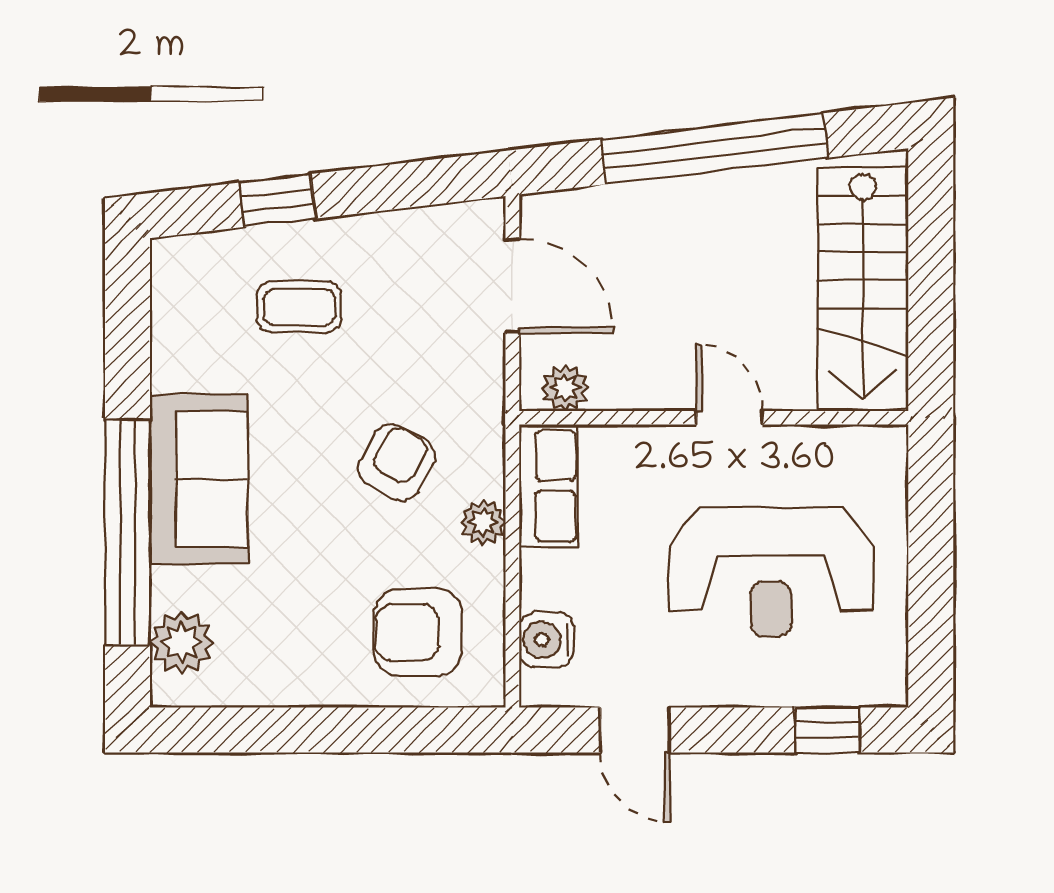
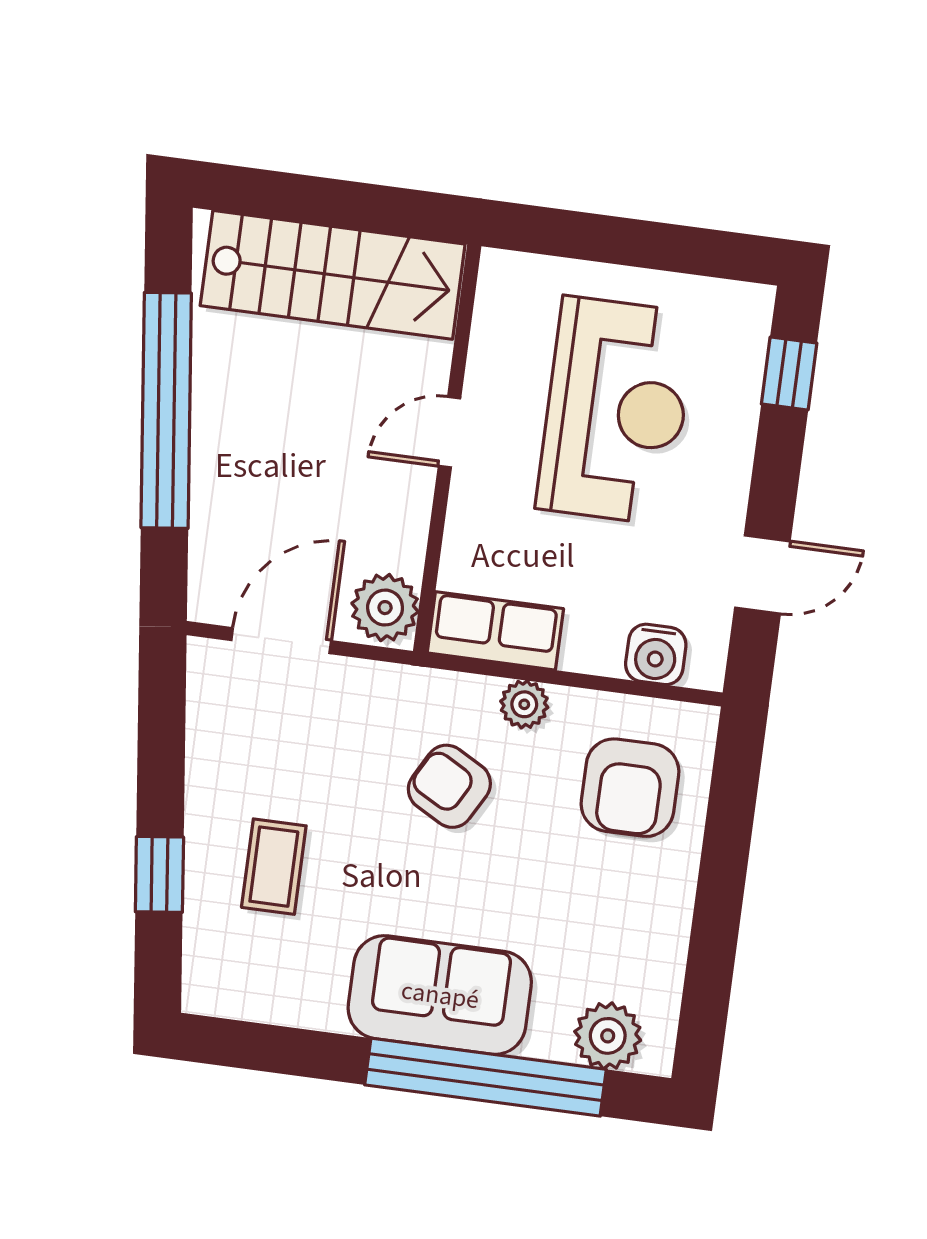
plant: (565, 388) -> (385, 608), width x1.38, depth x1.38

